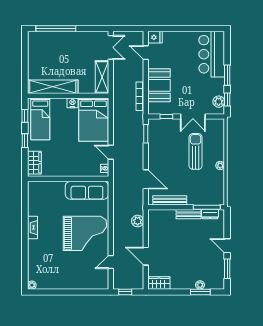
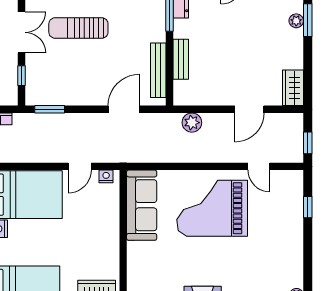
bench: (188, 214) -> (181, 59), moved
grand piano: (85, 233) -> (212, 208), turned -90
window: (86, 292) -> (308, 207), added

